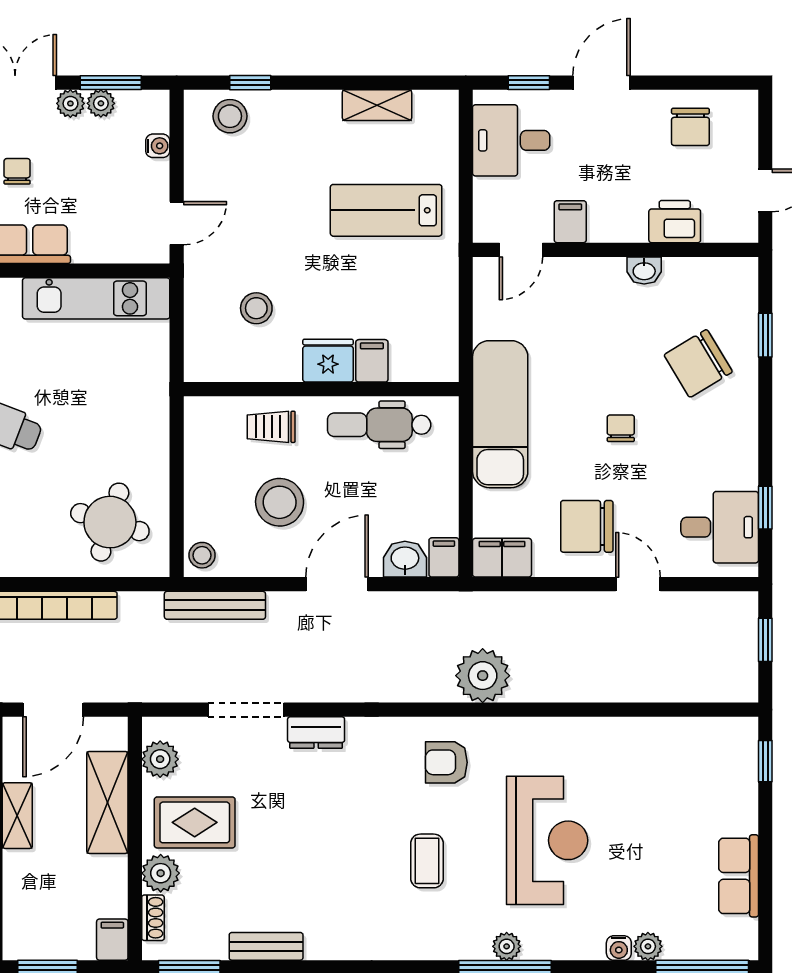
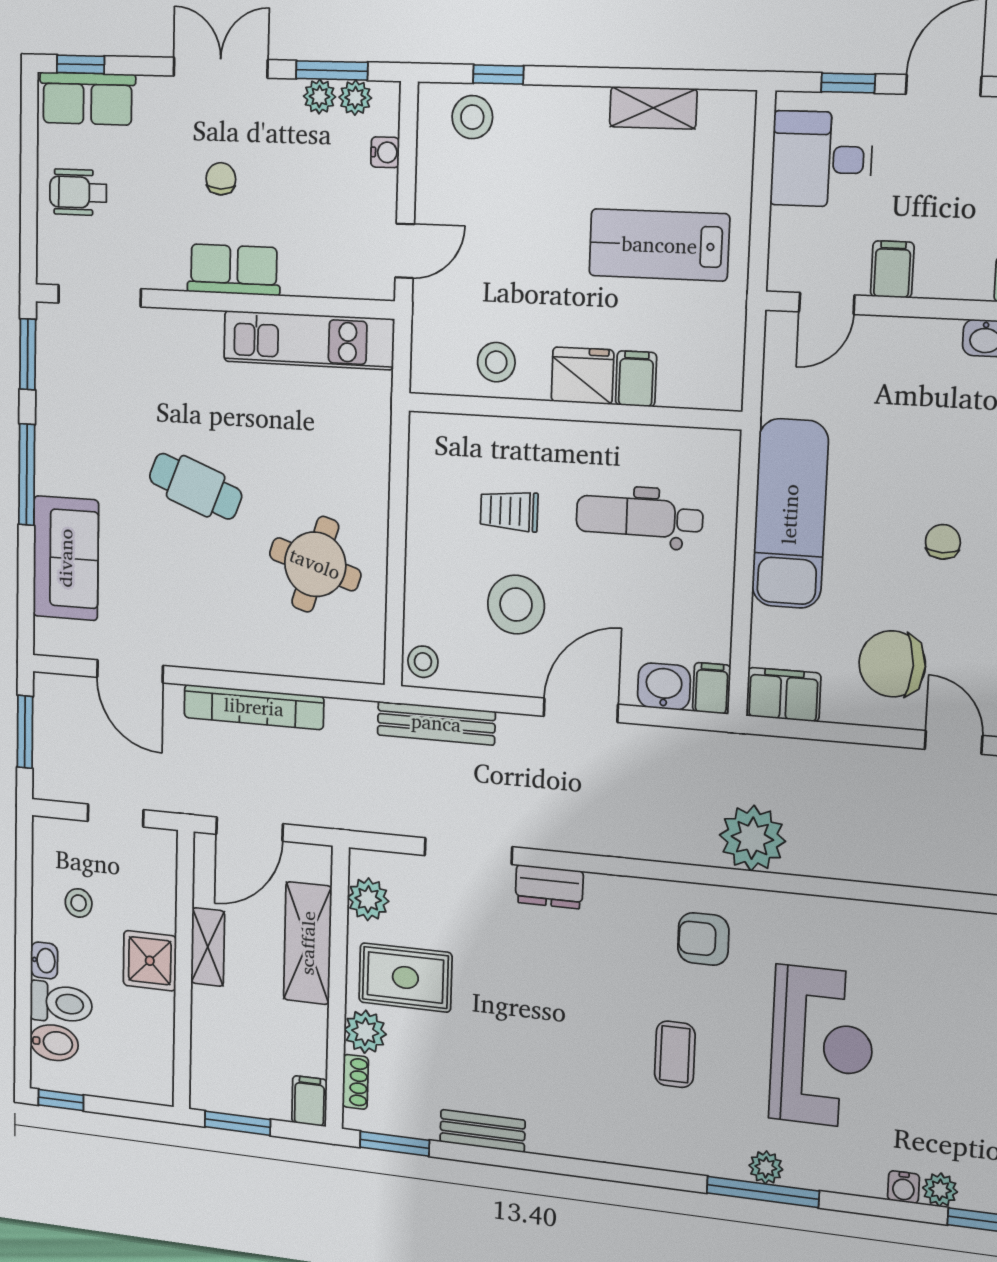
plant: (70, 103) -> (355, 98), moved
fridge: (328, 361) -> (582, 376), moved
filing cabinet: (372, 361) -> (636, 379), moved
wall: (321, 389) -> (573, 411), moved
round table: (110, 522) -> (315, 564), moved

